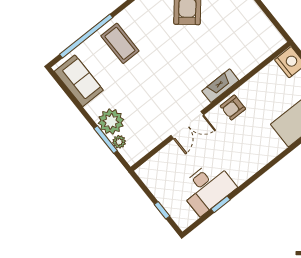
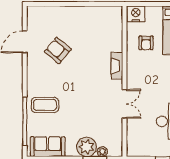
armchair: (233, 108) -> (146, 43), moved

